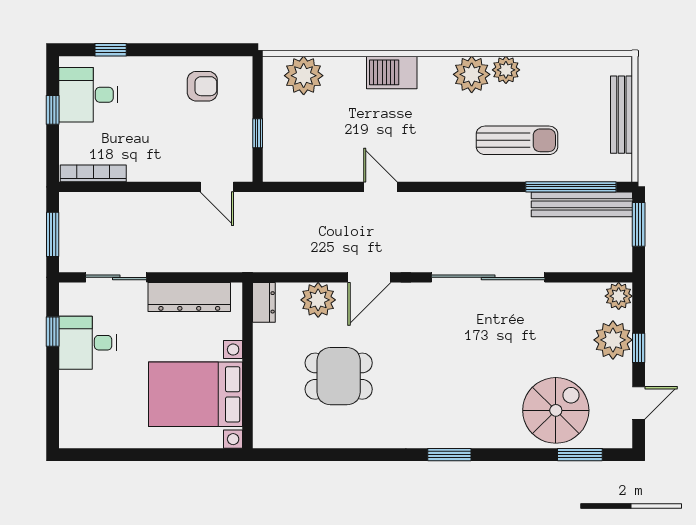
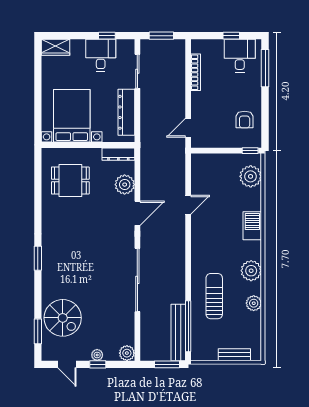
window: (111, 50) -> (265, 68), width x2.17
plant: (506, 70) -> (254, 303), moved
bench: (621, 115) -> (234, 355), width x0.73
window: (258, 133) -> (250, 151), moved
sun lounger: (517, 140) -> (214, 296), turned 180
bookcase: (93, 173) -> (196, 72), moved
door: (380, 187) -> (188, 205), moved
door: (369, 277) -> (137, 213), swing flipped
dresser: (264, 302) -> (118, 154), width x1.44
plant: (613, 340) -> (97, 355), width x0.53, depth x0.53
dining table: (339, 376) -> (70, 180), moved, turned 90
wardrobe: (73, 423) -> (55, 47), added

